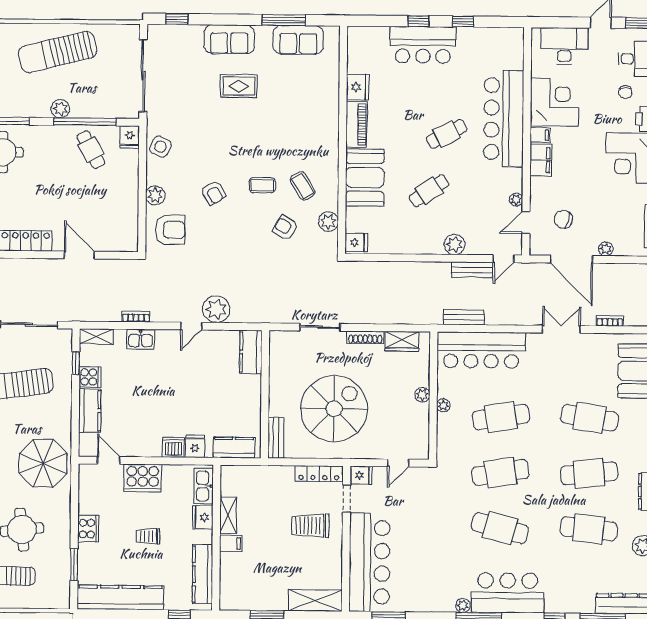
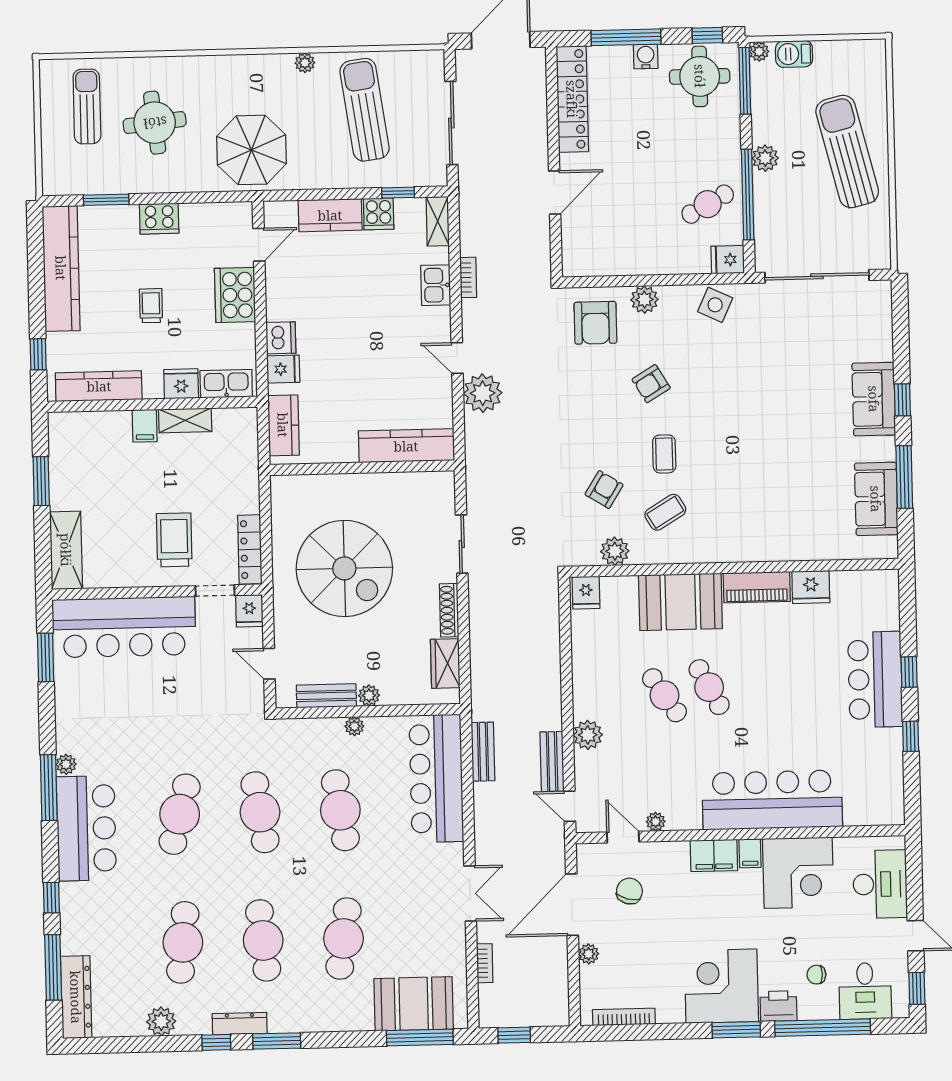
window: (177, 19) -> (902, 400), moved
rug: (239, 86) -> (807, 415), removed
cafe table: (447, 134) -> (709, 687), moved
kitchen counter: (251, 352) -> (406, 446), width x1.50
bench: (276, 438) -> (326, 696), moved

